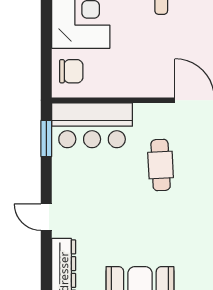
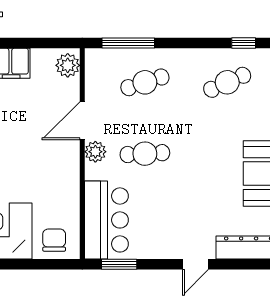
plant: (163, 114) -> (95, 152), added

